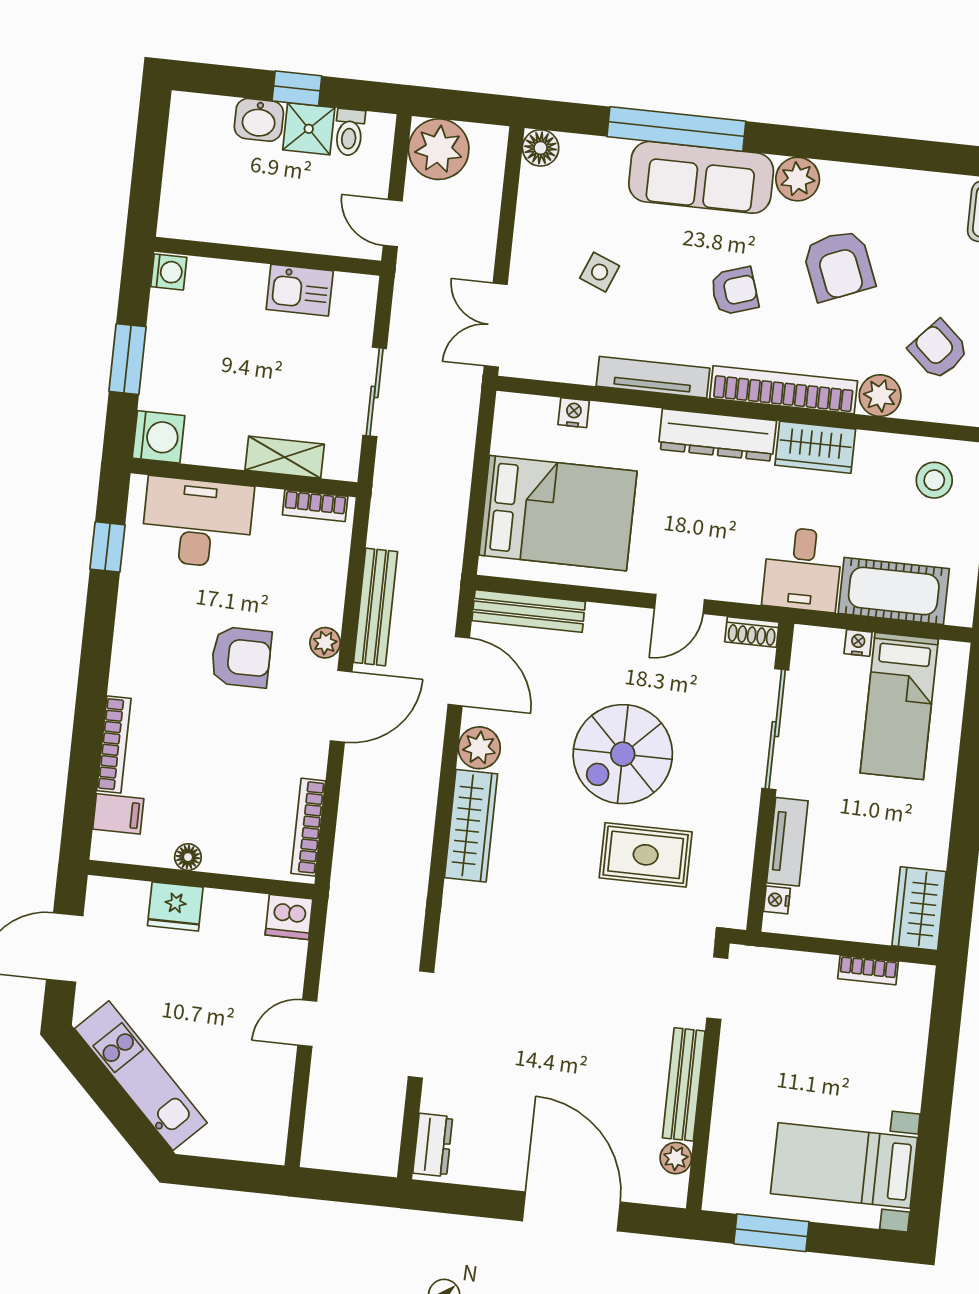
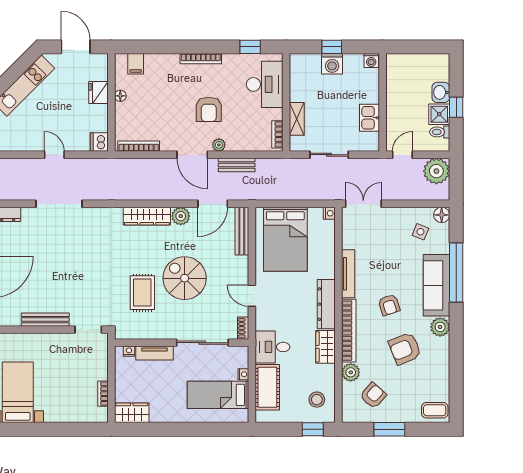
side table: (600, 272) -> (420, 232), moved
window: (128, 359) -> (332, 47), width x0.67
nightstand: (574, 413) -> (329, 213), moved
washing machine: (159, 437) -> (332, 64), moved
bench: (375, 607) -> (237, 165), width x0.73
bookcase: (114, 744) -> (201, 59), moved
plant: (676, 1158) -> (13, 320), removed

